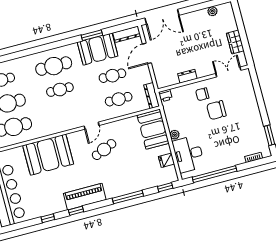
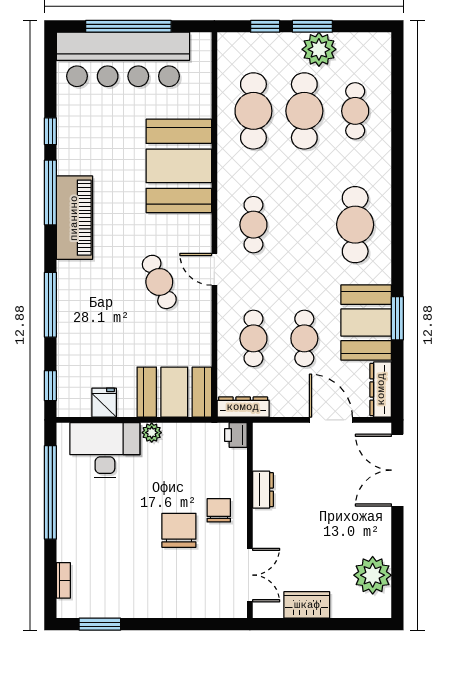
plant: (212, 11) -> (373, 575), width x1.88, depth x1.88
cafe table: (60, 90) -> (253, 225), moved
window: (76, 211) -> (50, 192), width x2.17

